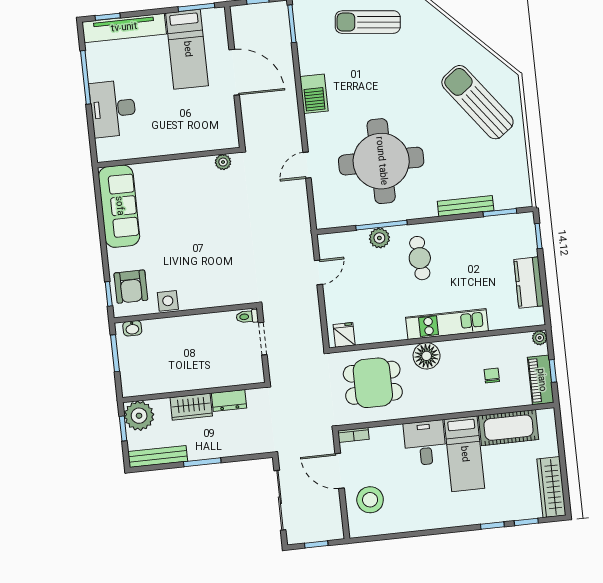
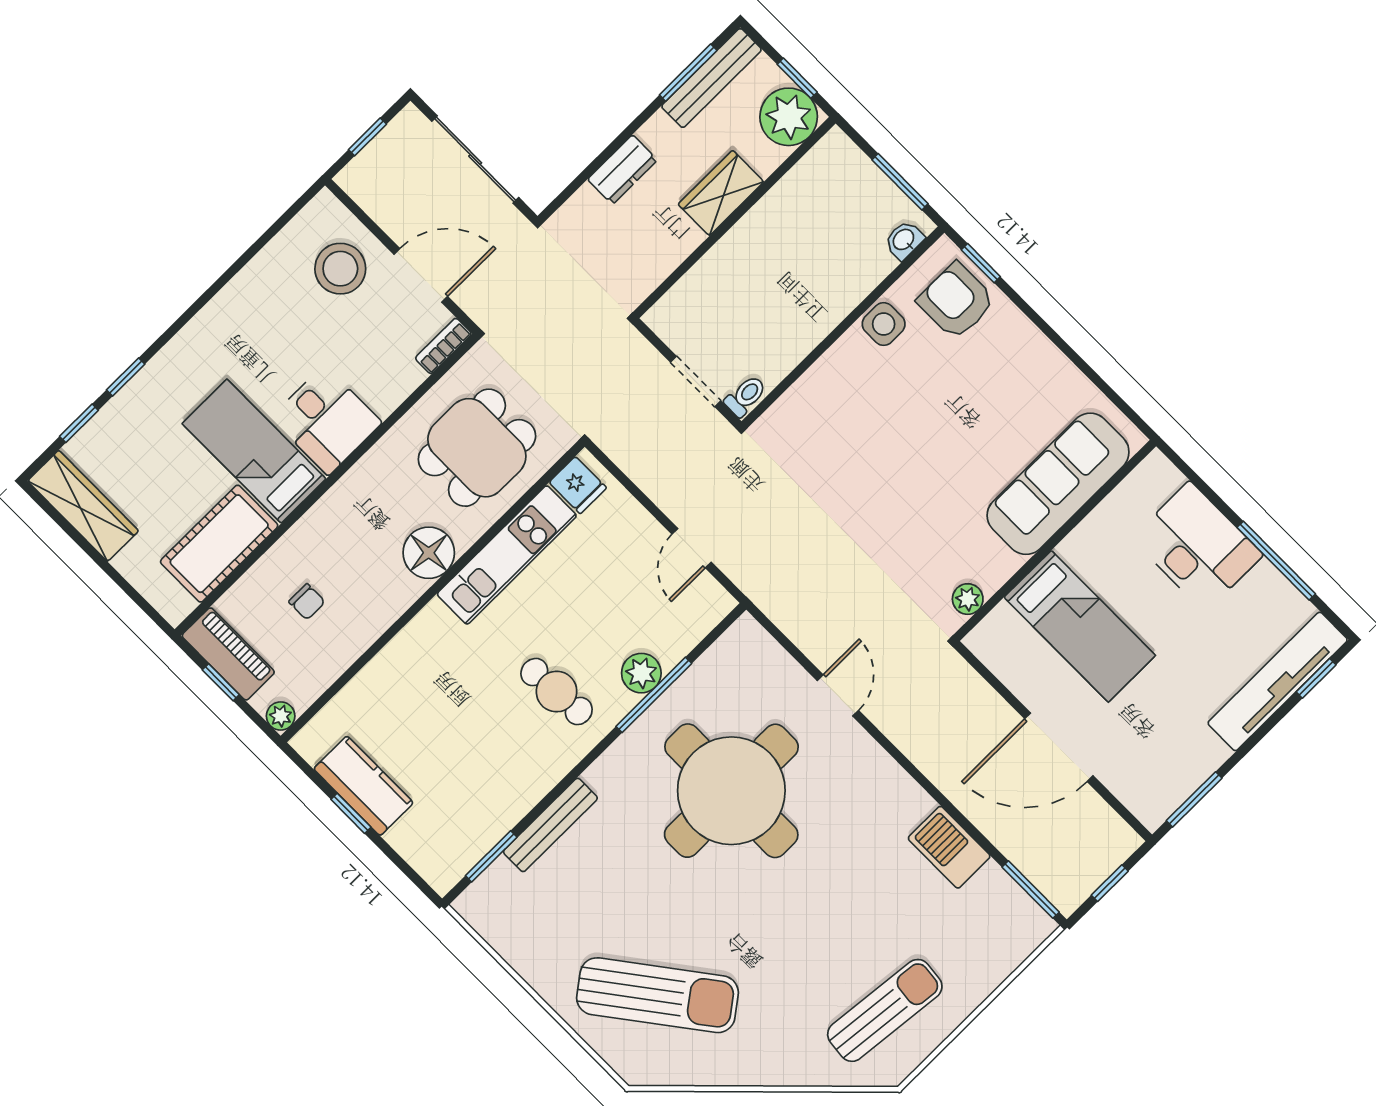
sun lounger: (368, 22) -> (885, 1010), moved
bed: (187, 49) -> (1080, 626), moved, turned 180
barbecue: (314, 94) -> (949, 847), moved
sofa: (119, 206) -> (1058, 484), moved, turned 90
window: (538, 236) -> (351, 813), moved
kitchen unit: (447, 324) -> (507, 555), moved
dresser: (229, 400) -> (622, 170), moved, turned 180
window: (202, 462) -> (688, 73), moved

